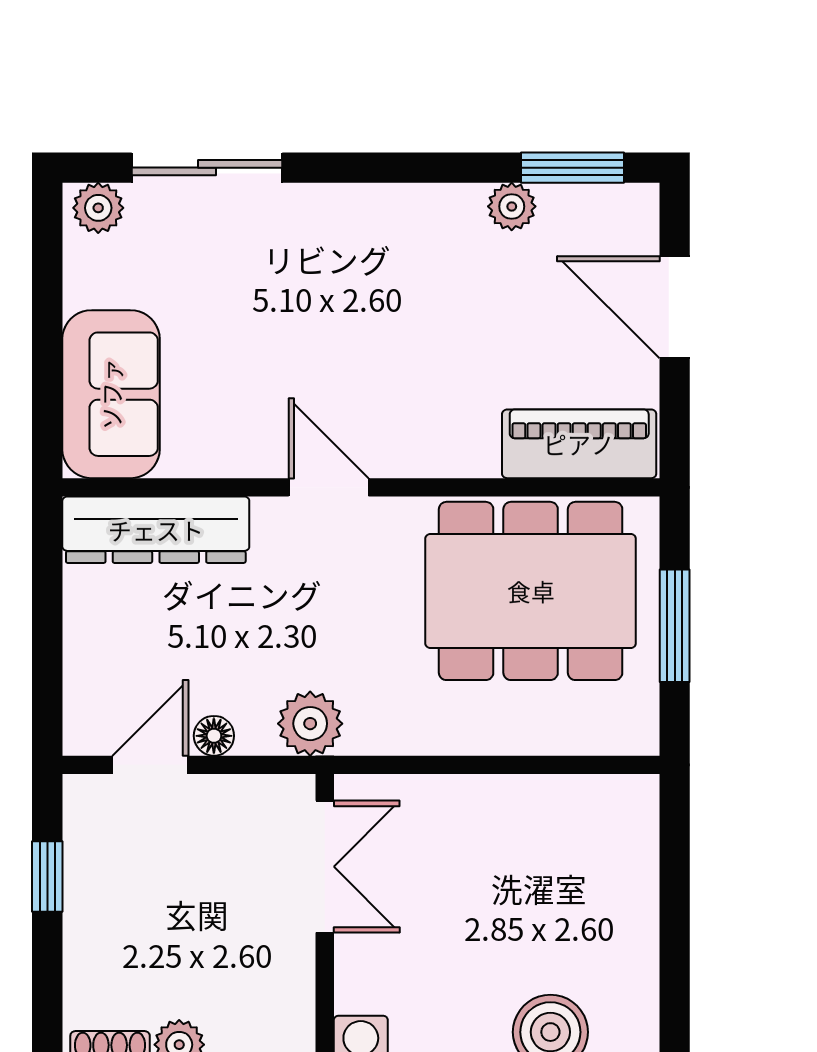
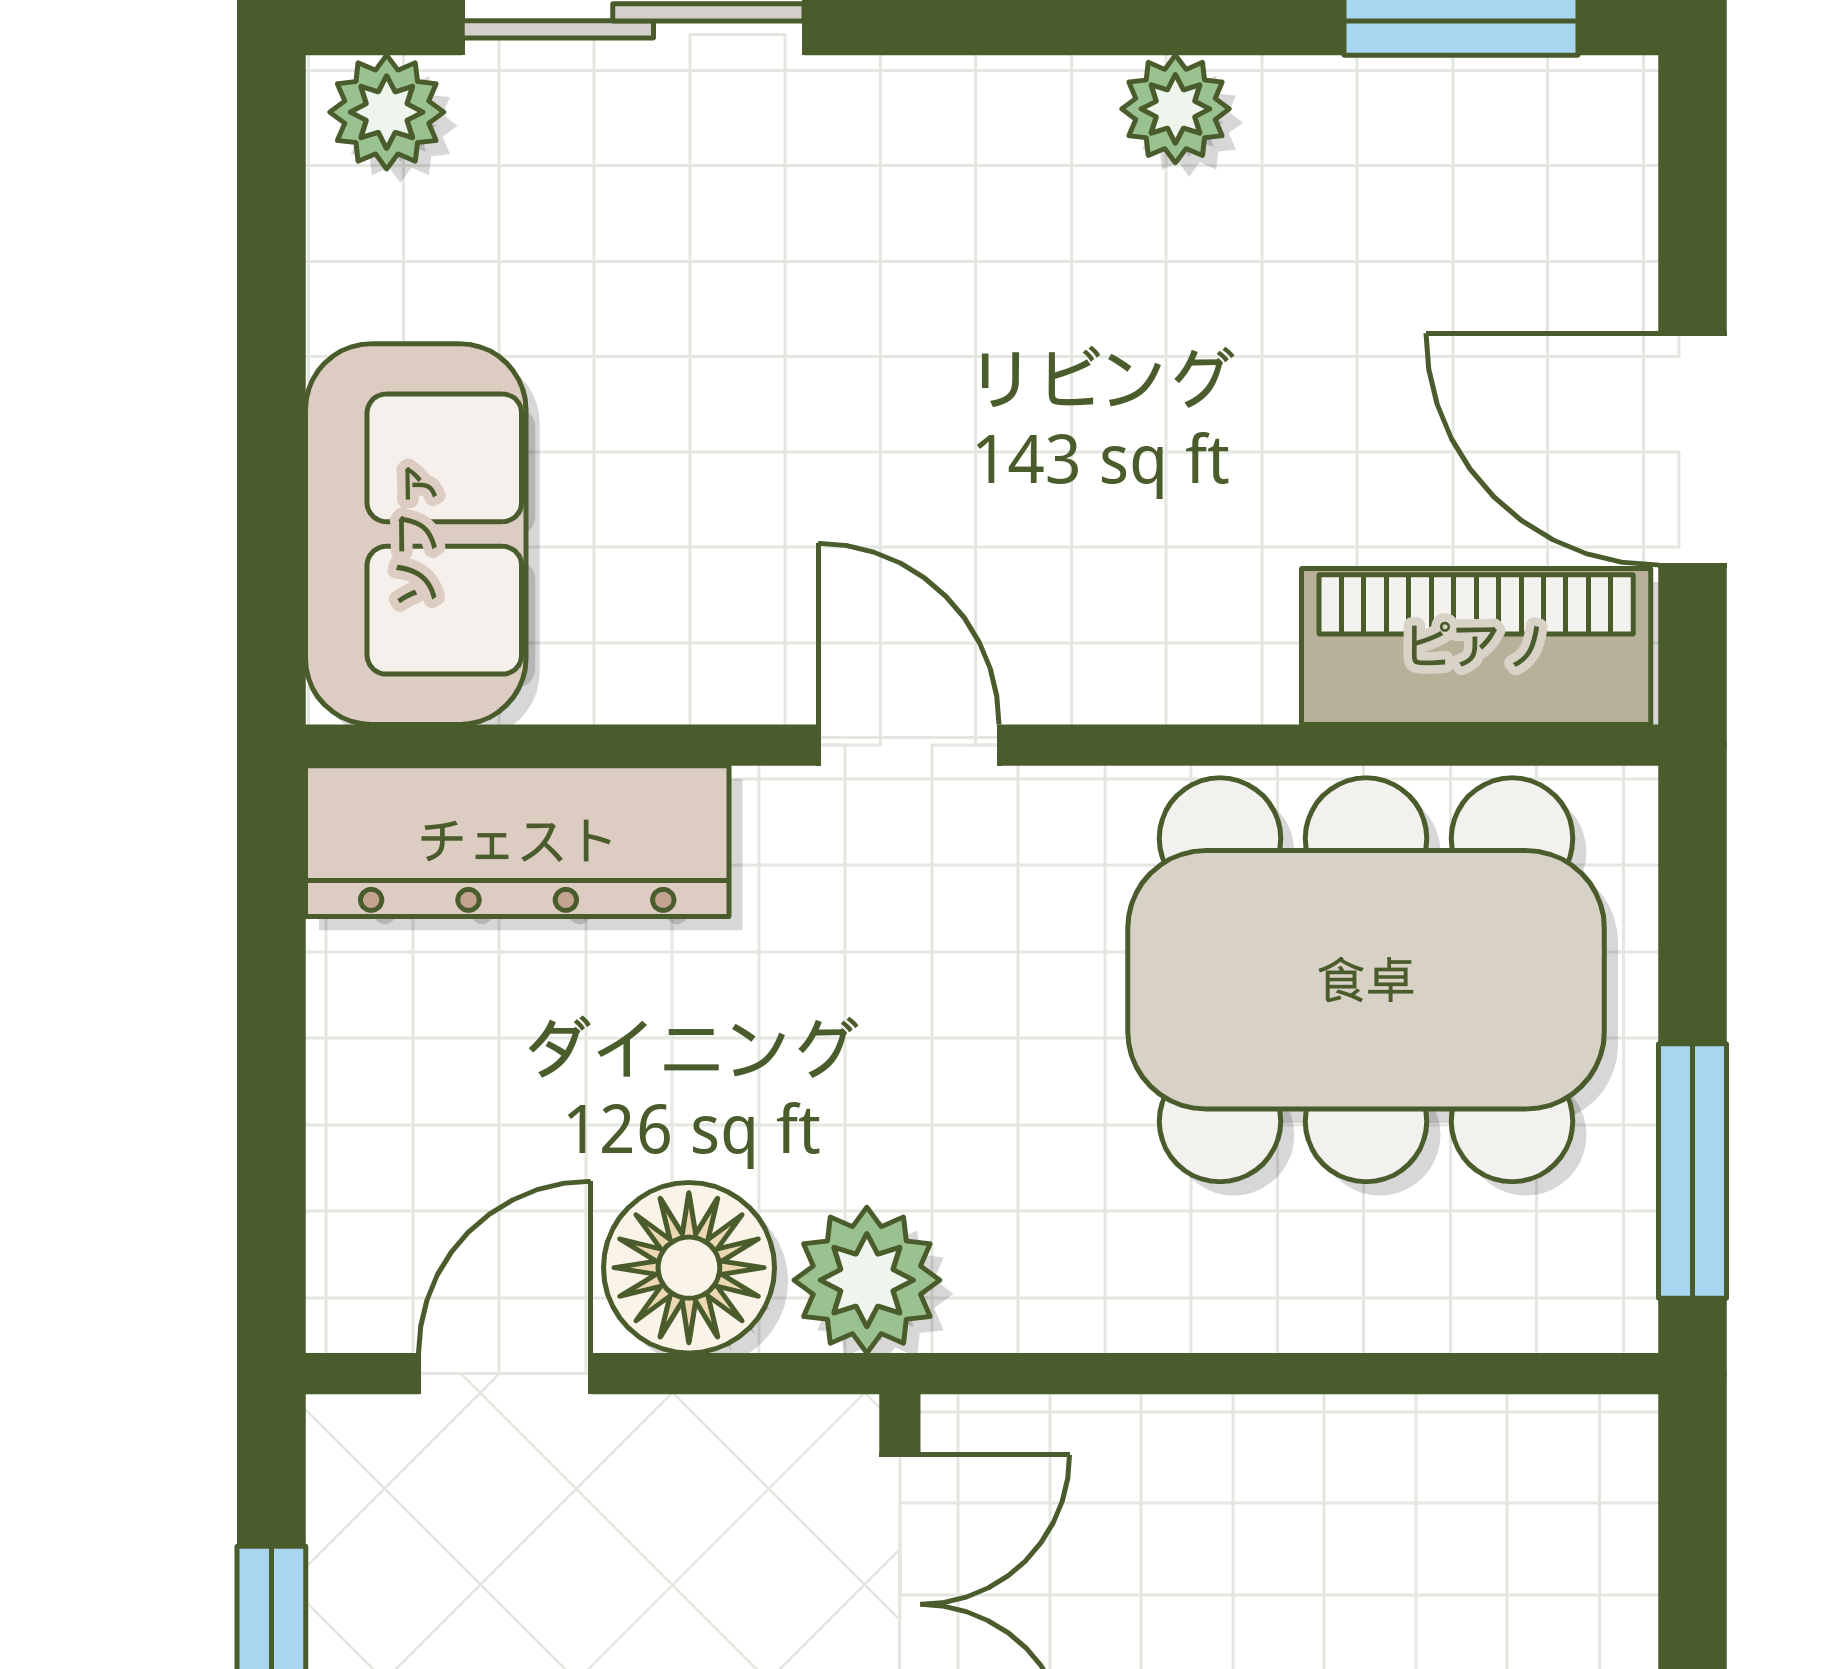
plant: (512, 206) -> (1175, 109), moved
door: (675, 307) -> (1692, 449), moved
window: (675, 626) -> (1692, 1171), moved
floor lamp: (214, 736) -> (689, 1268), width x1.89, depth x1.89

